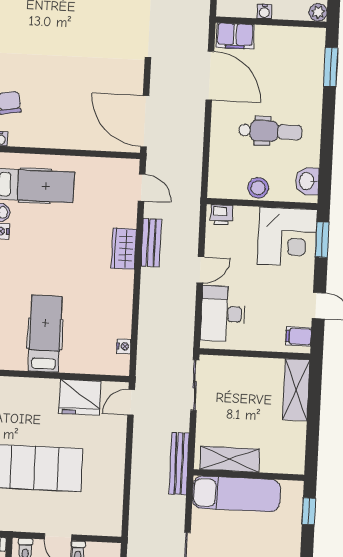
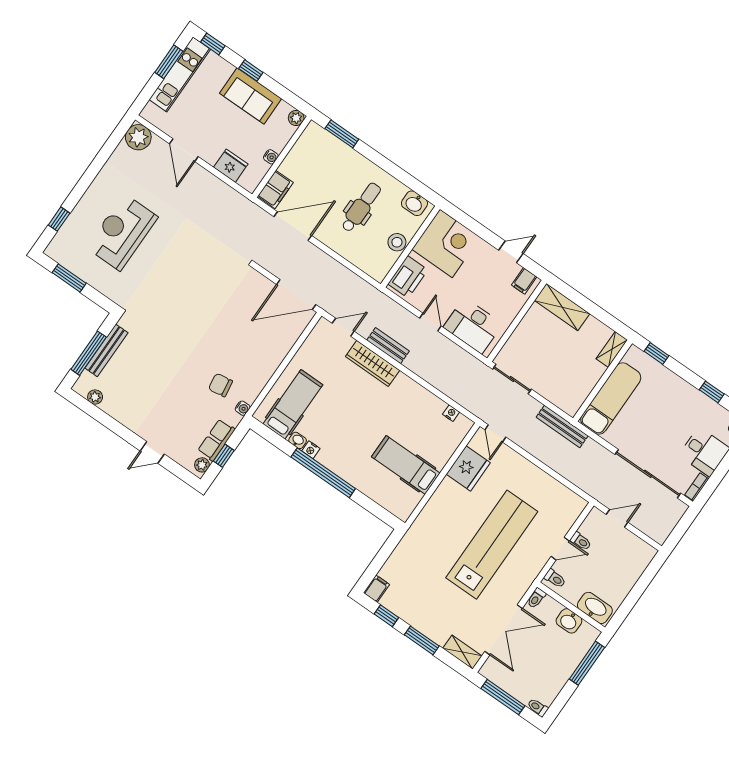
printer: (222, 215) -> (408, 277), width x1.87, depth x1.48
window: (322, 240) -> (464, 219), removed
wardrobe: (124, 249) -> (373, 363), width x1.50
shelving: (230, 459) -> (612, 349), moved, width x0.67, depth x0.75

